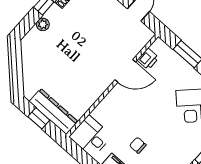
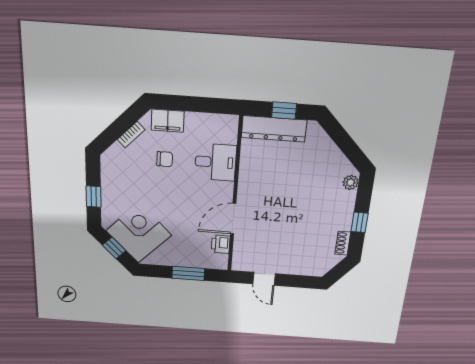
plant: (43, 24) -> (351, 182), moved
desk: (91, 136) -> (216, 162), moved

